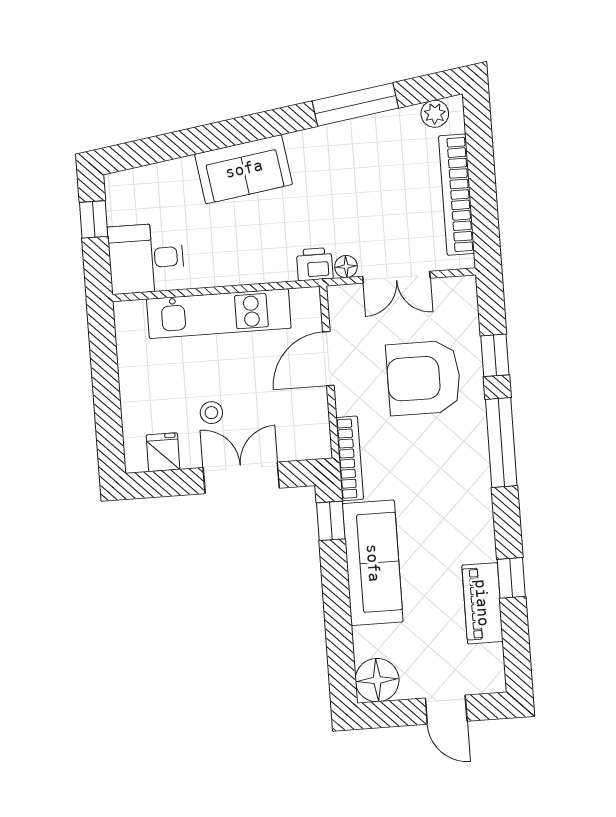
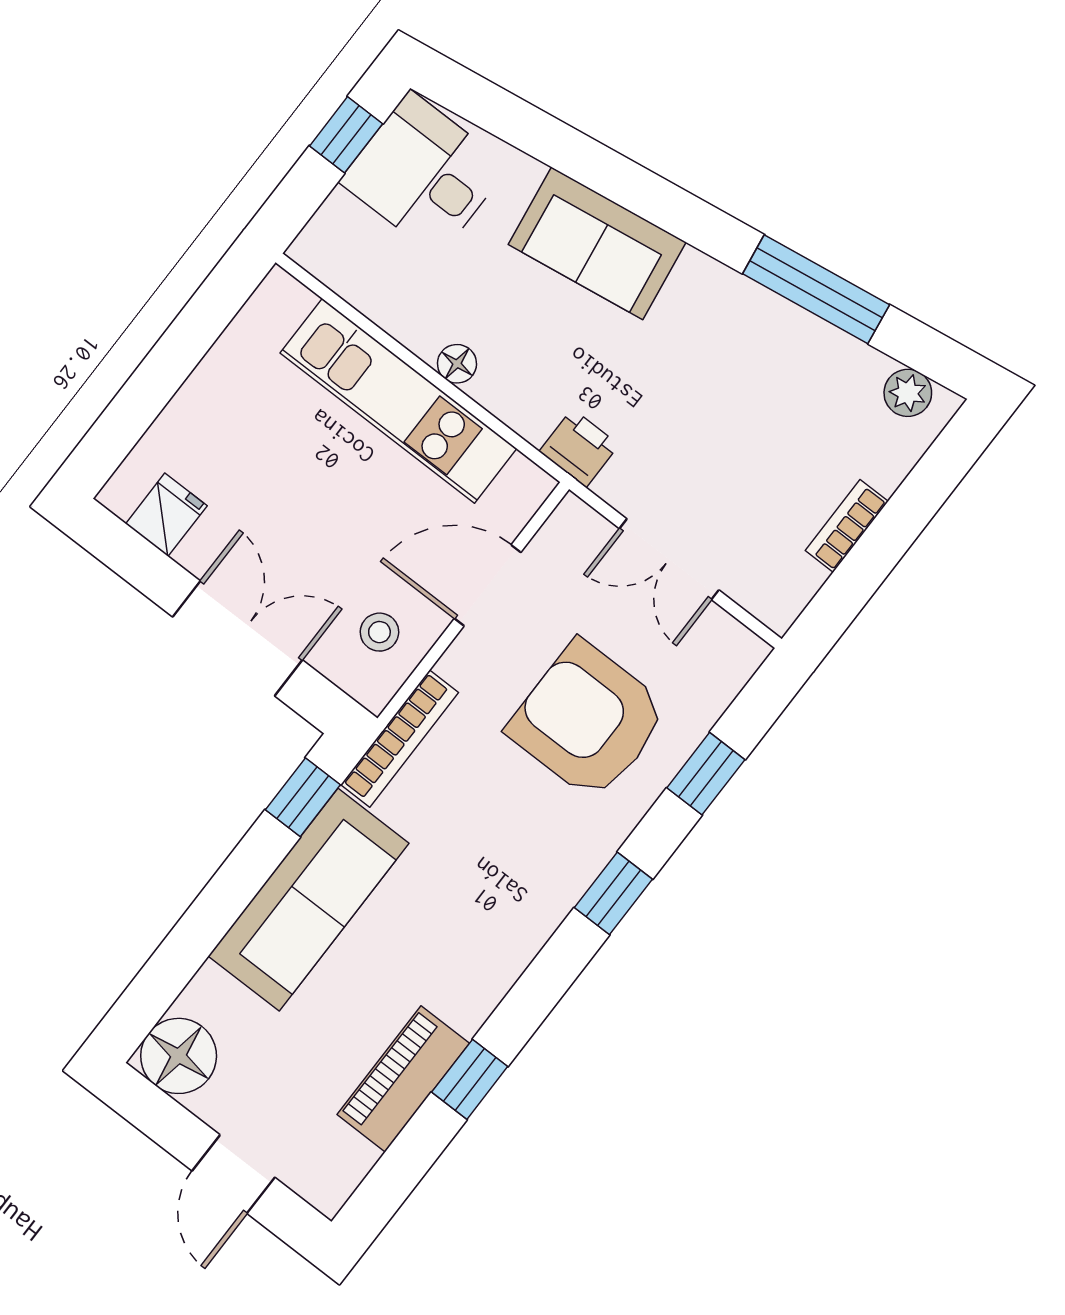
bookcase: (457, 195) -> (847, 526), width x0.43, depth x0.76
desk: (146, 258) -> (424, 174), moved
floor lamp: (346, 267) -> (457, 364), moved
stool: (211, 413) -> (379, 632), moved
window: (501, 442) -> (613, 893), width x0.46

